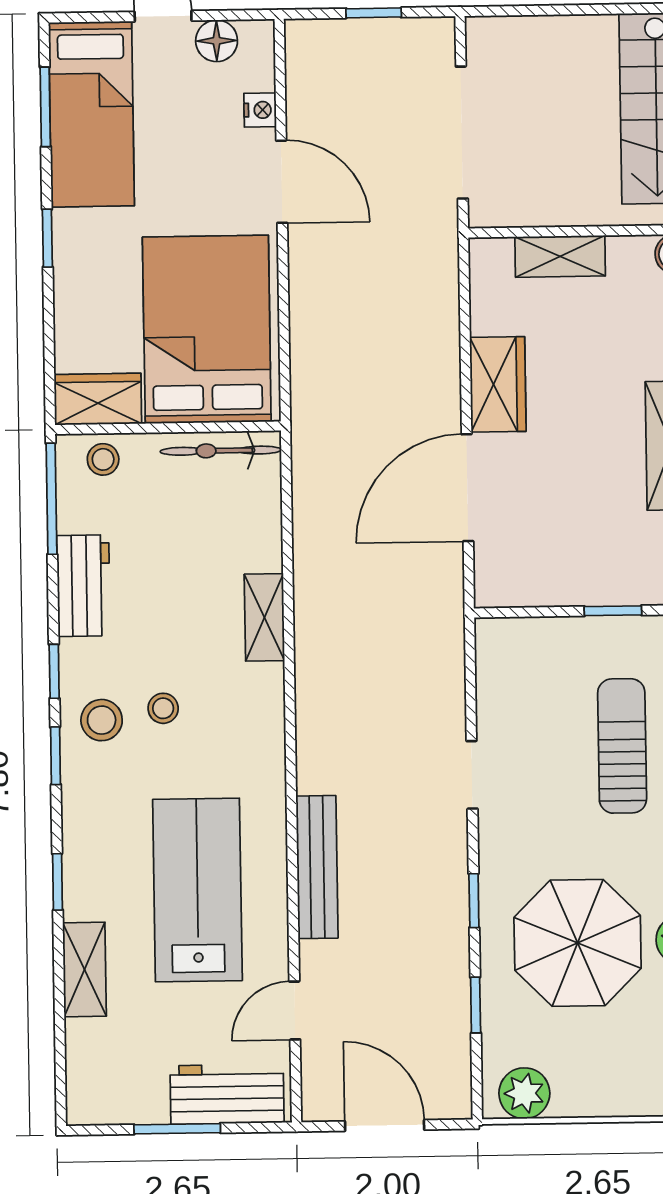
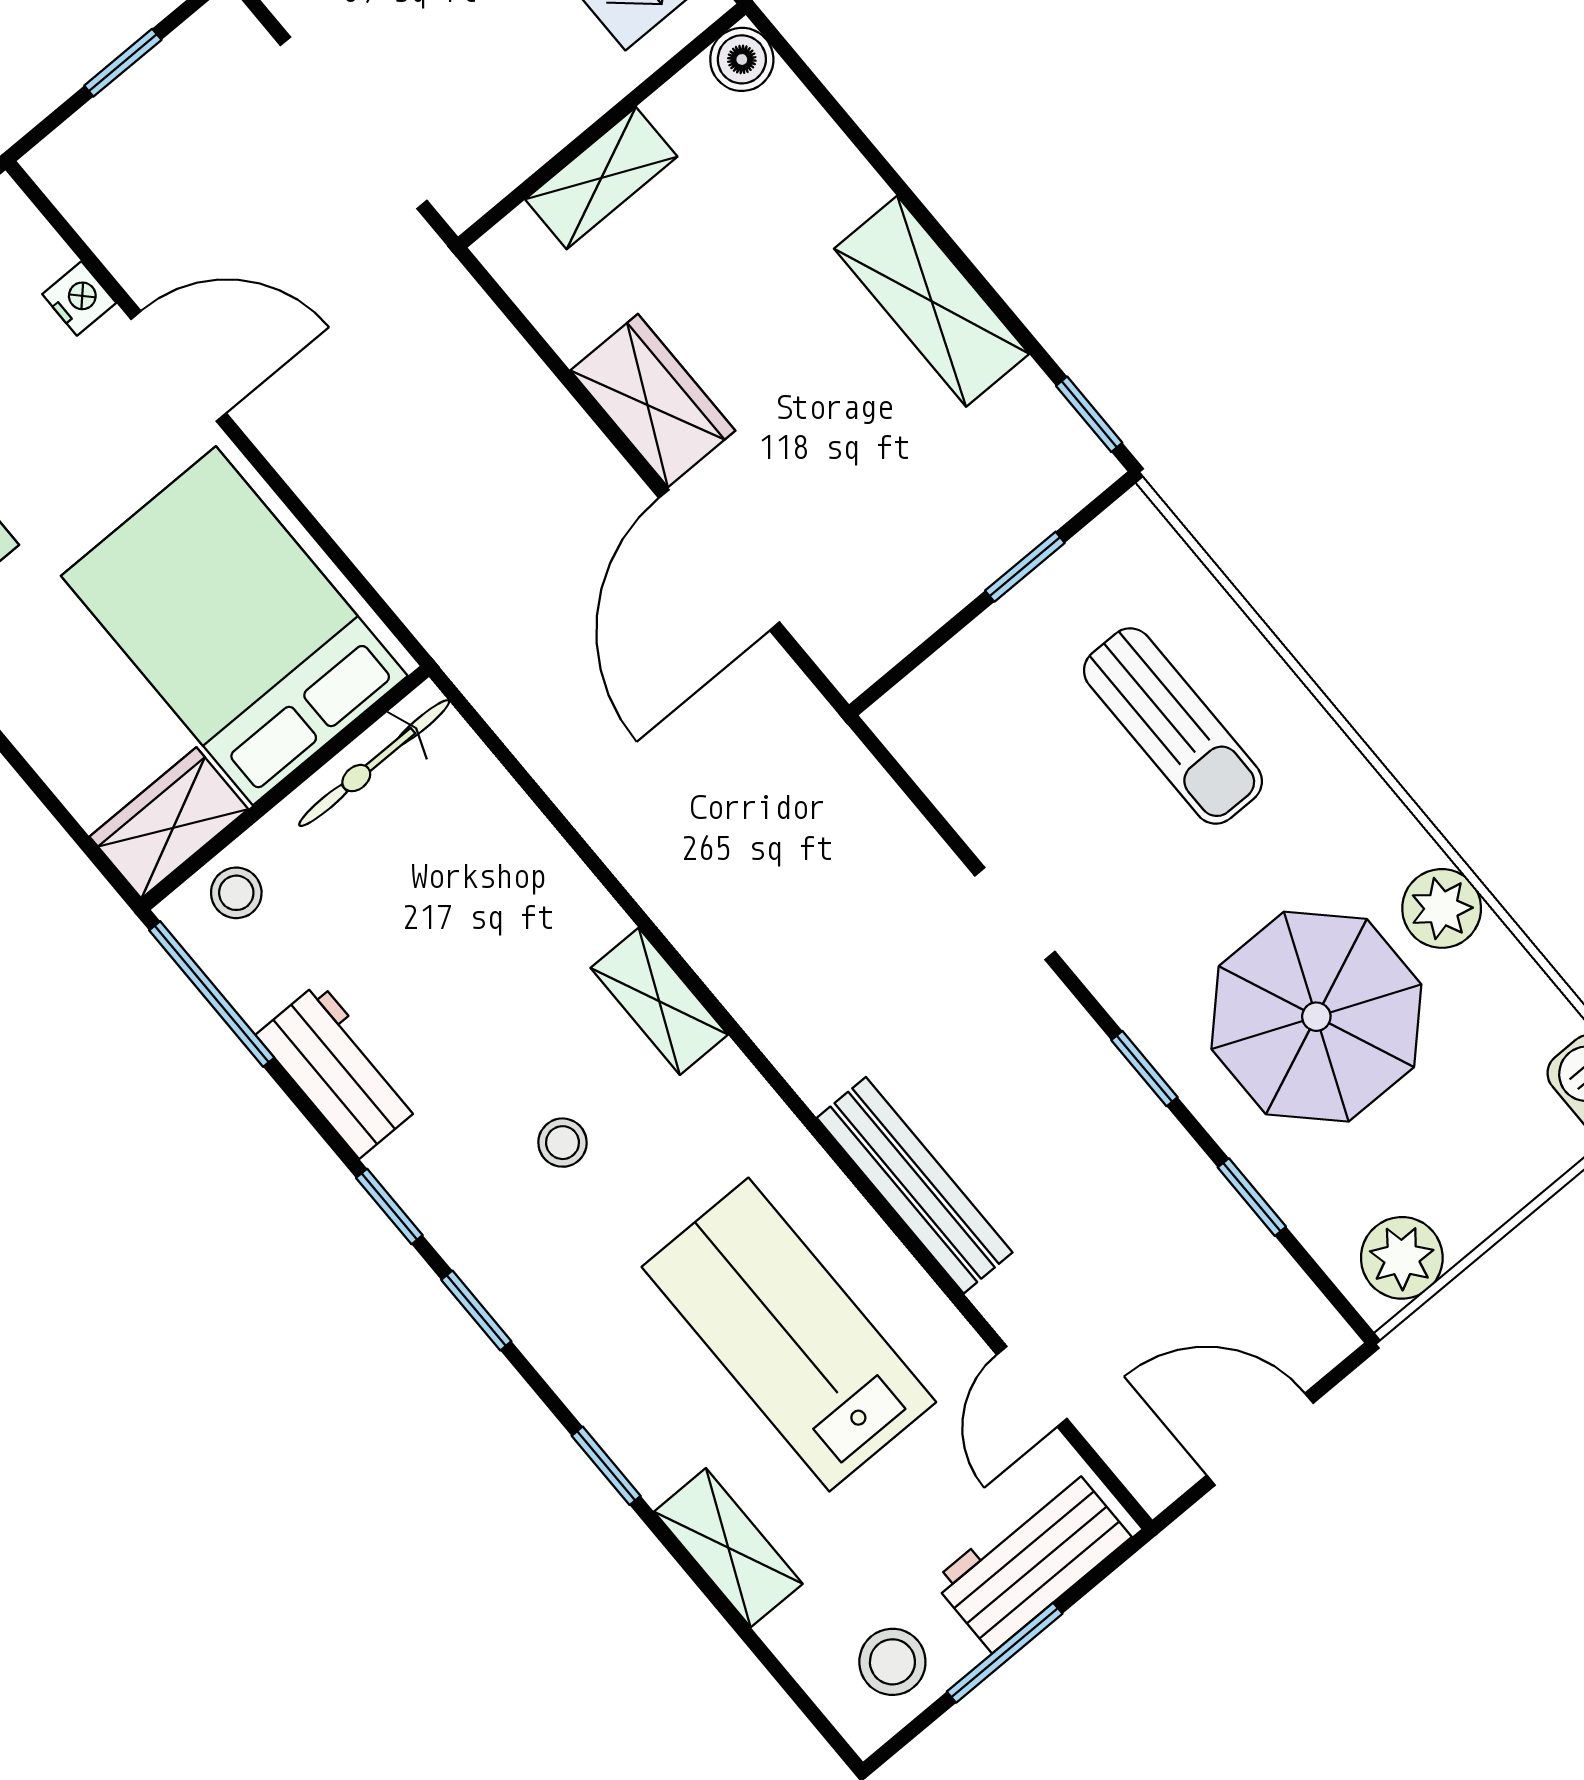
shelving: (264, 617) -> (659, 1001), moved
stool: (102, 720) -> (892, 1662), moved
sun lounger: (622, 746) -> (1173, 726), turned 180

